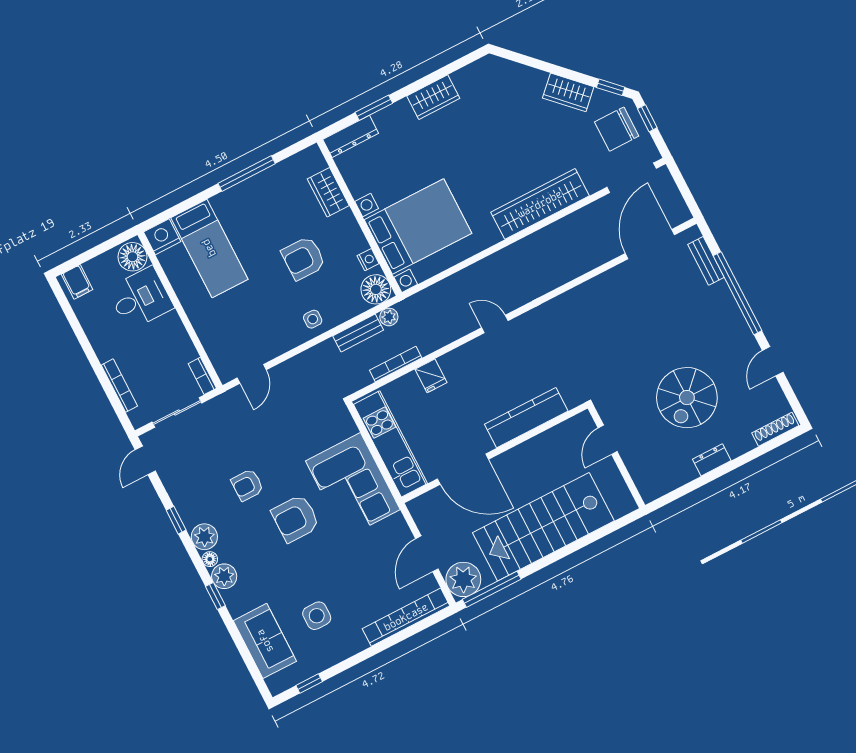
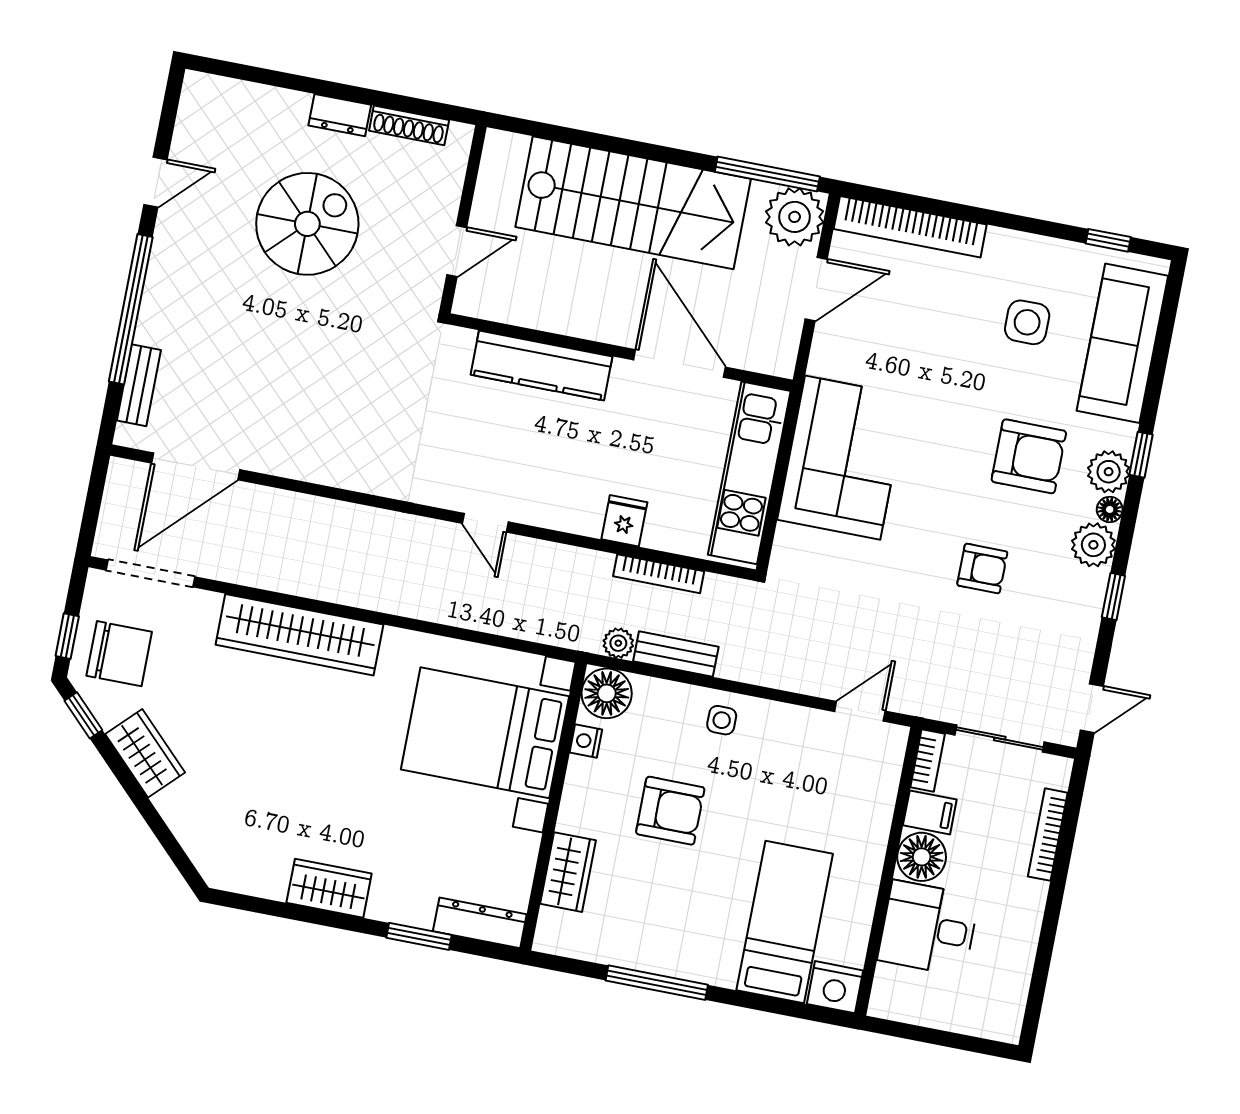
floor lamp: (132, 257) -> (922, 857), moved
filing cabinet: (77, 282) -> (930, 812), moved, turned 90
shoe rack: (775, 429) -> (409, 125), moved
armchair: (295, 518) -> (1029, 456), moved
sofa: (265, 641) -> (1122, 343), width x1.36

